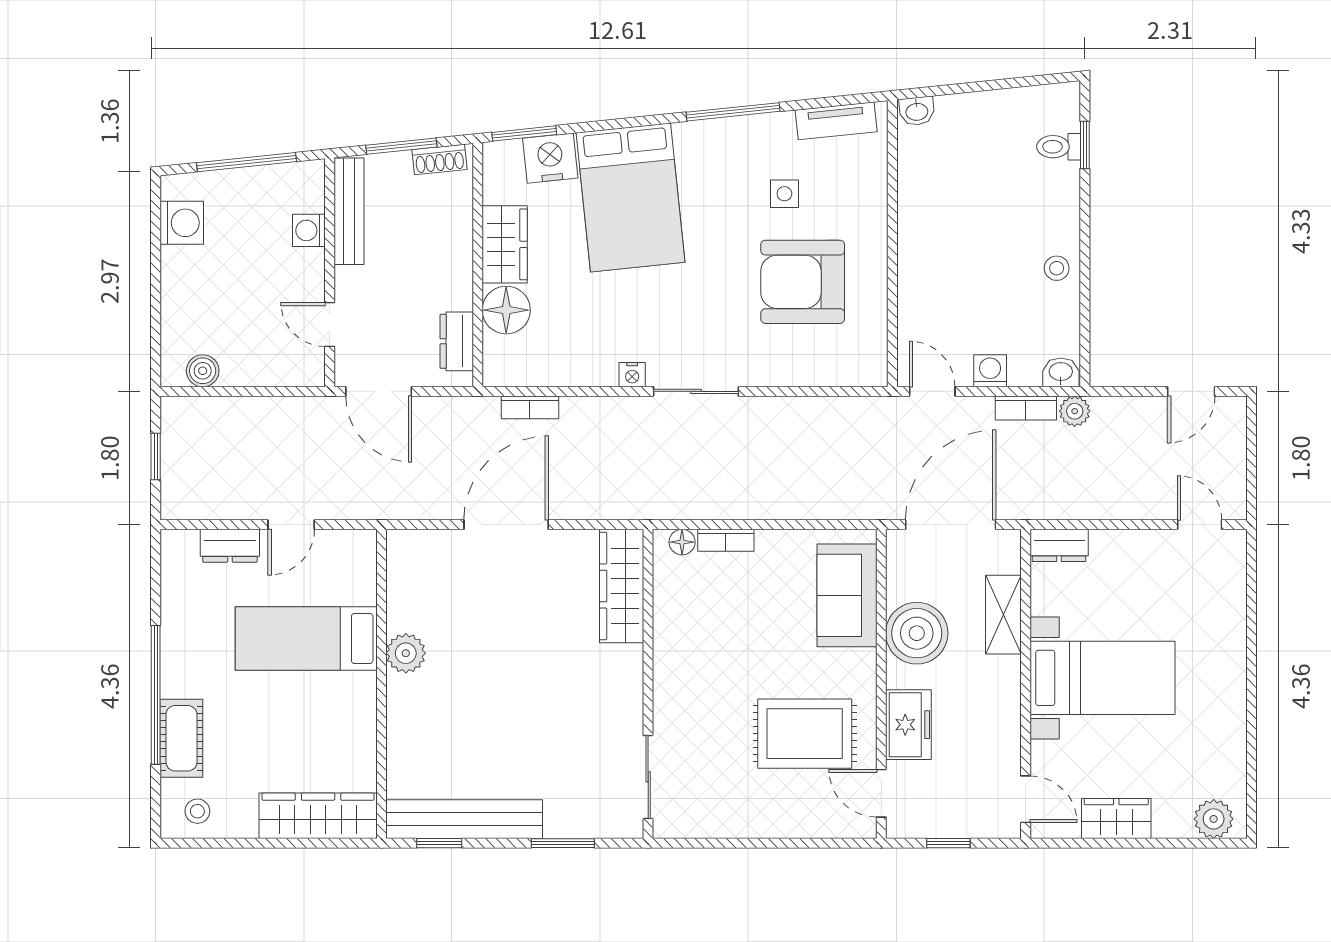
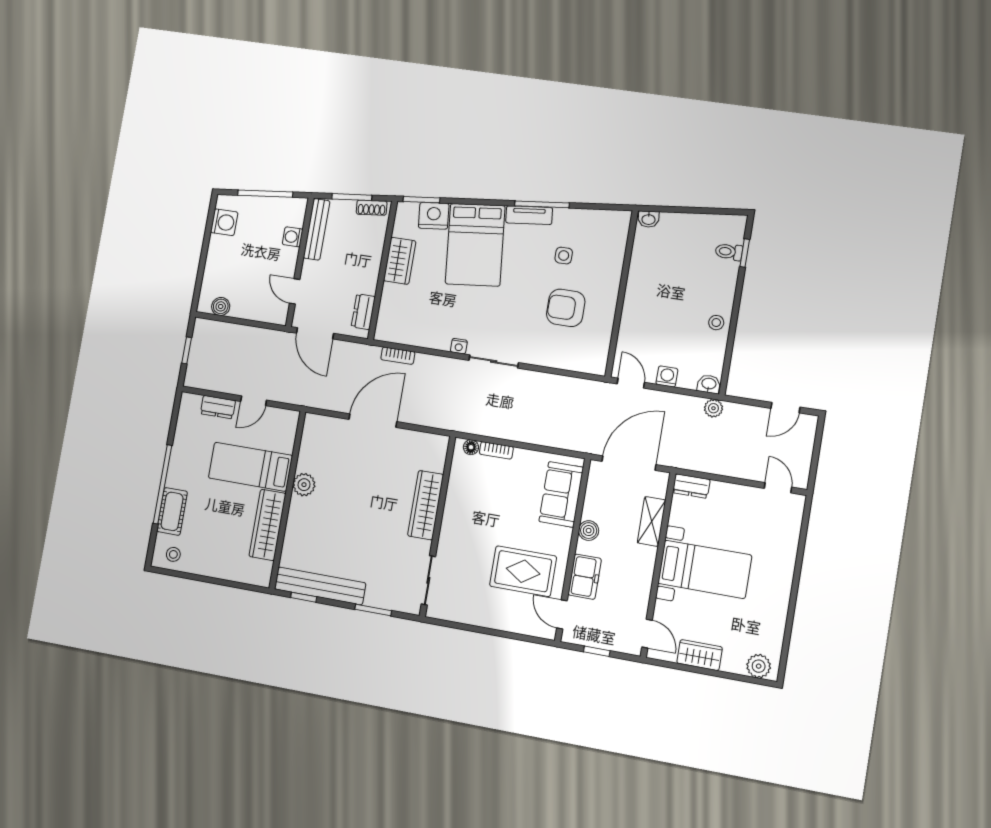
tv unit: (836, 121) -> (529, 215), moved
armchair: (803, 282) -> (566, 308), width x0.73, depth x0.73
floor lamp: (506, 310) -> (394, 298), removed
bookcase: (1026, 408) -> (685, 402), removed
wardrobe: (622, 586) -> (426, 505), moved
boiler: (917, 633) -> (589, 531), width x0.54, depth x0.54
wardrobe: (318, 816) -> (267, 525), moved, turned -90

